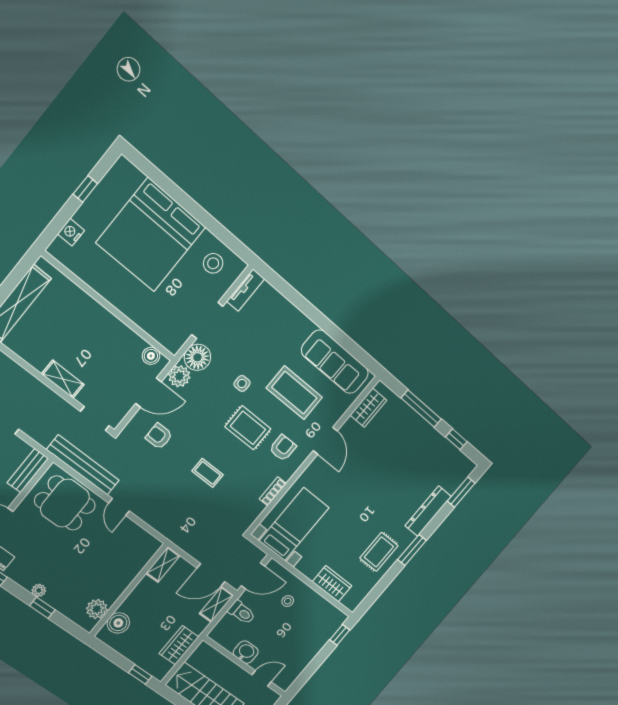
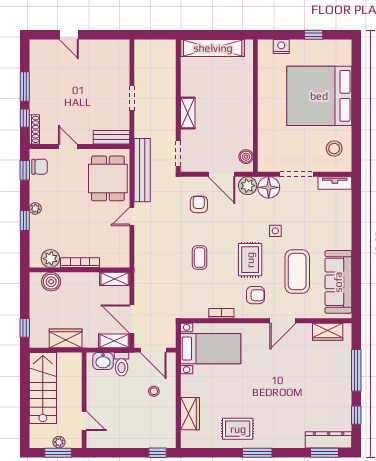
dresser: (428, 511) -> (329, 440), moved
bookcase: (122, 585) -> (80, 263), added
washbasin: (246, 652) -> (103, 361), moved, turned 90

